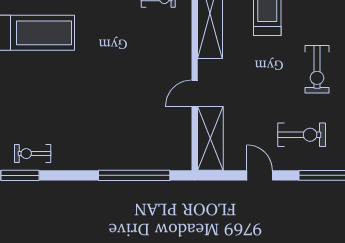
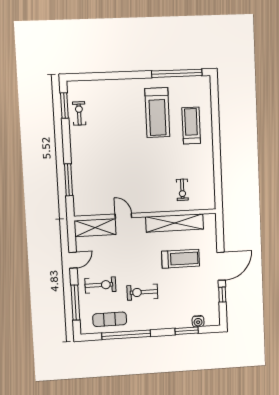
exercise bike: (302, 135) -> (100, 285), turned -90
window: (134, 175) -> (69, 180), width x0.68

